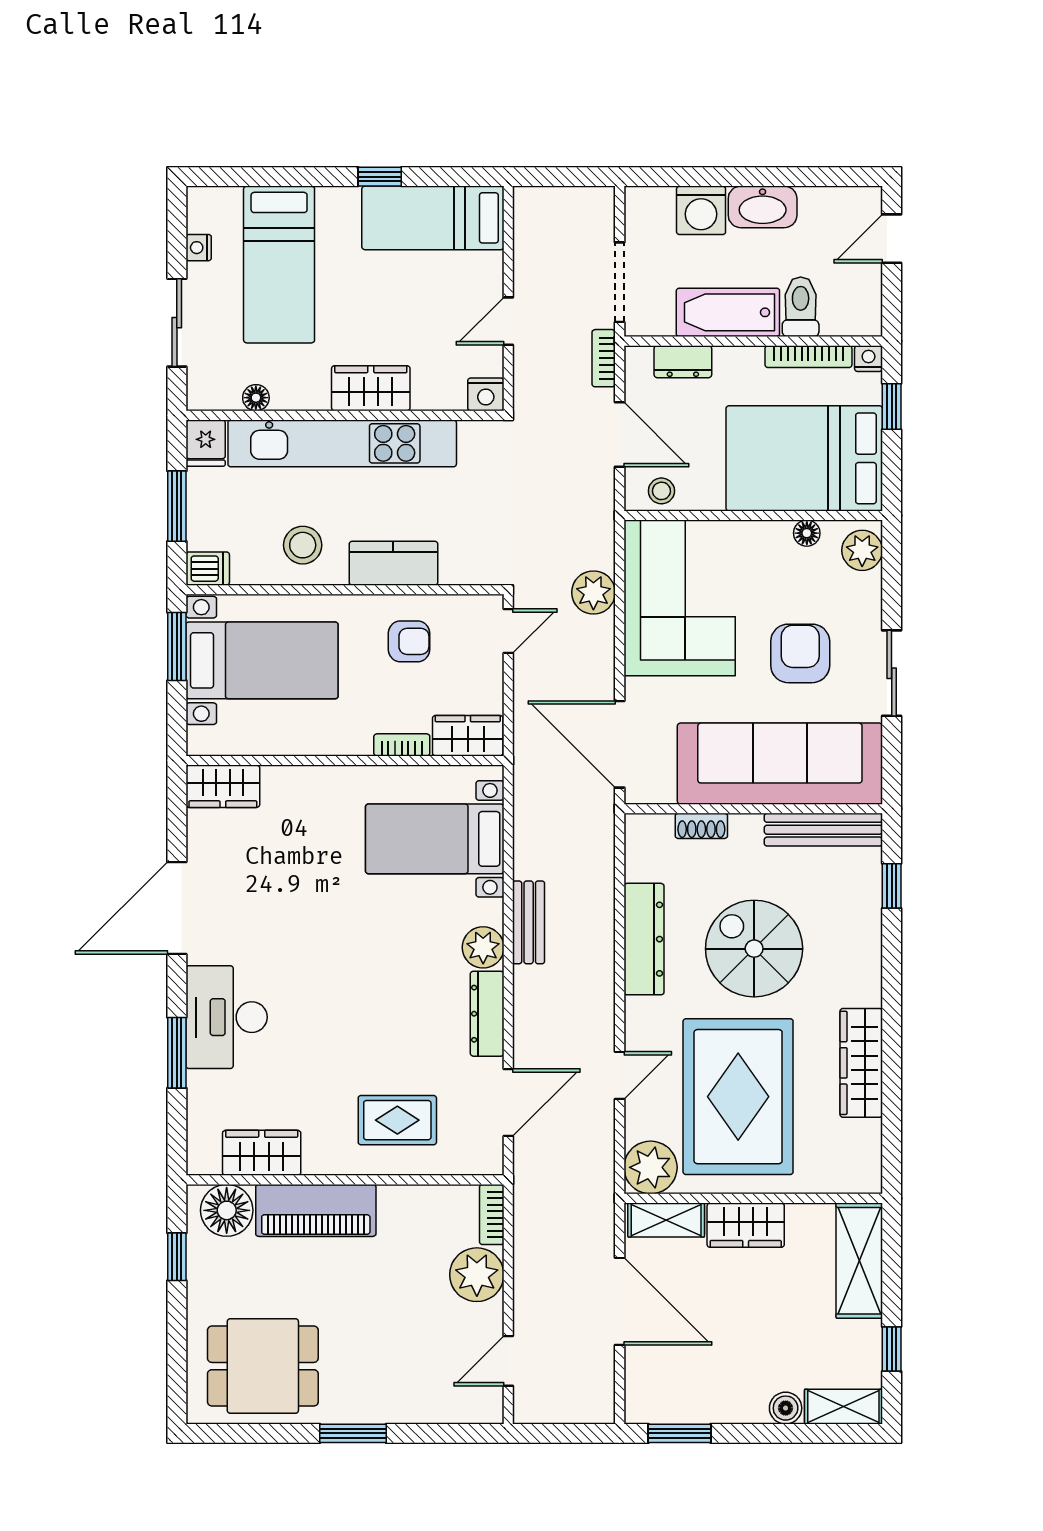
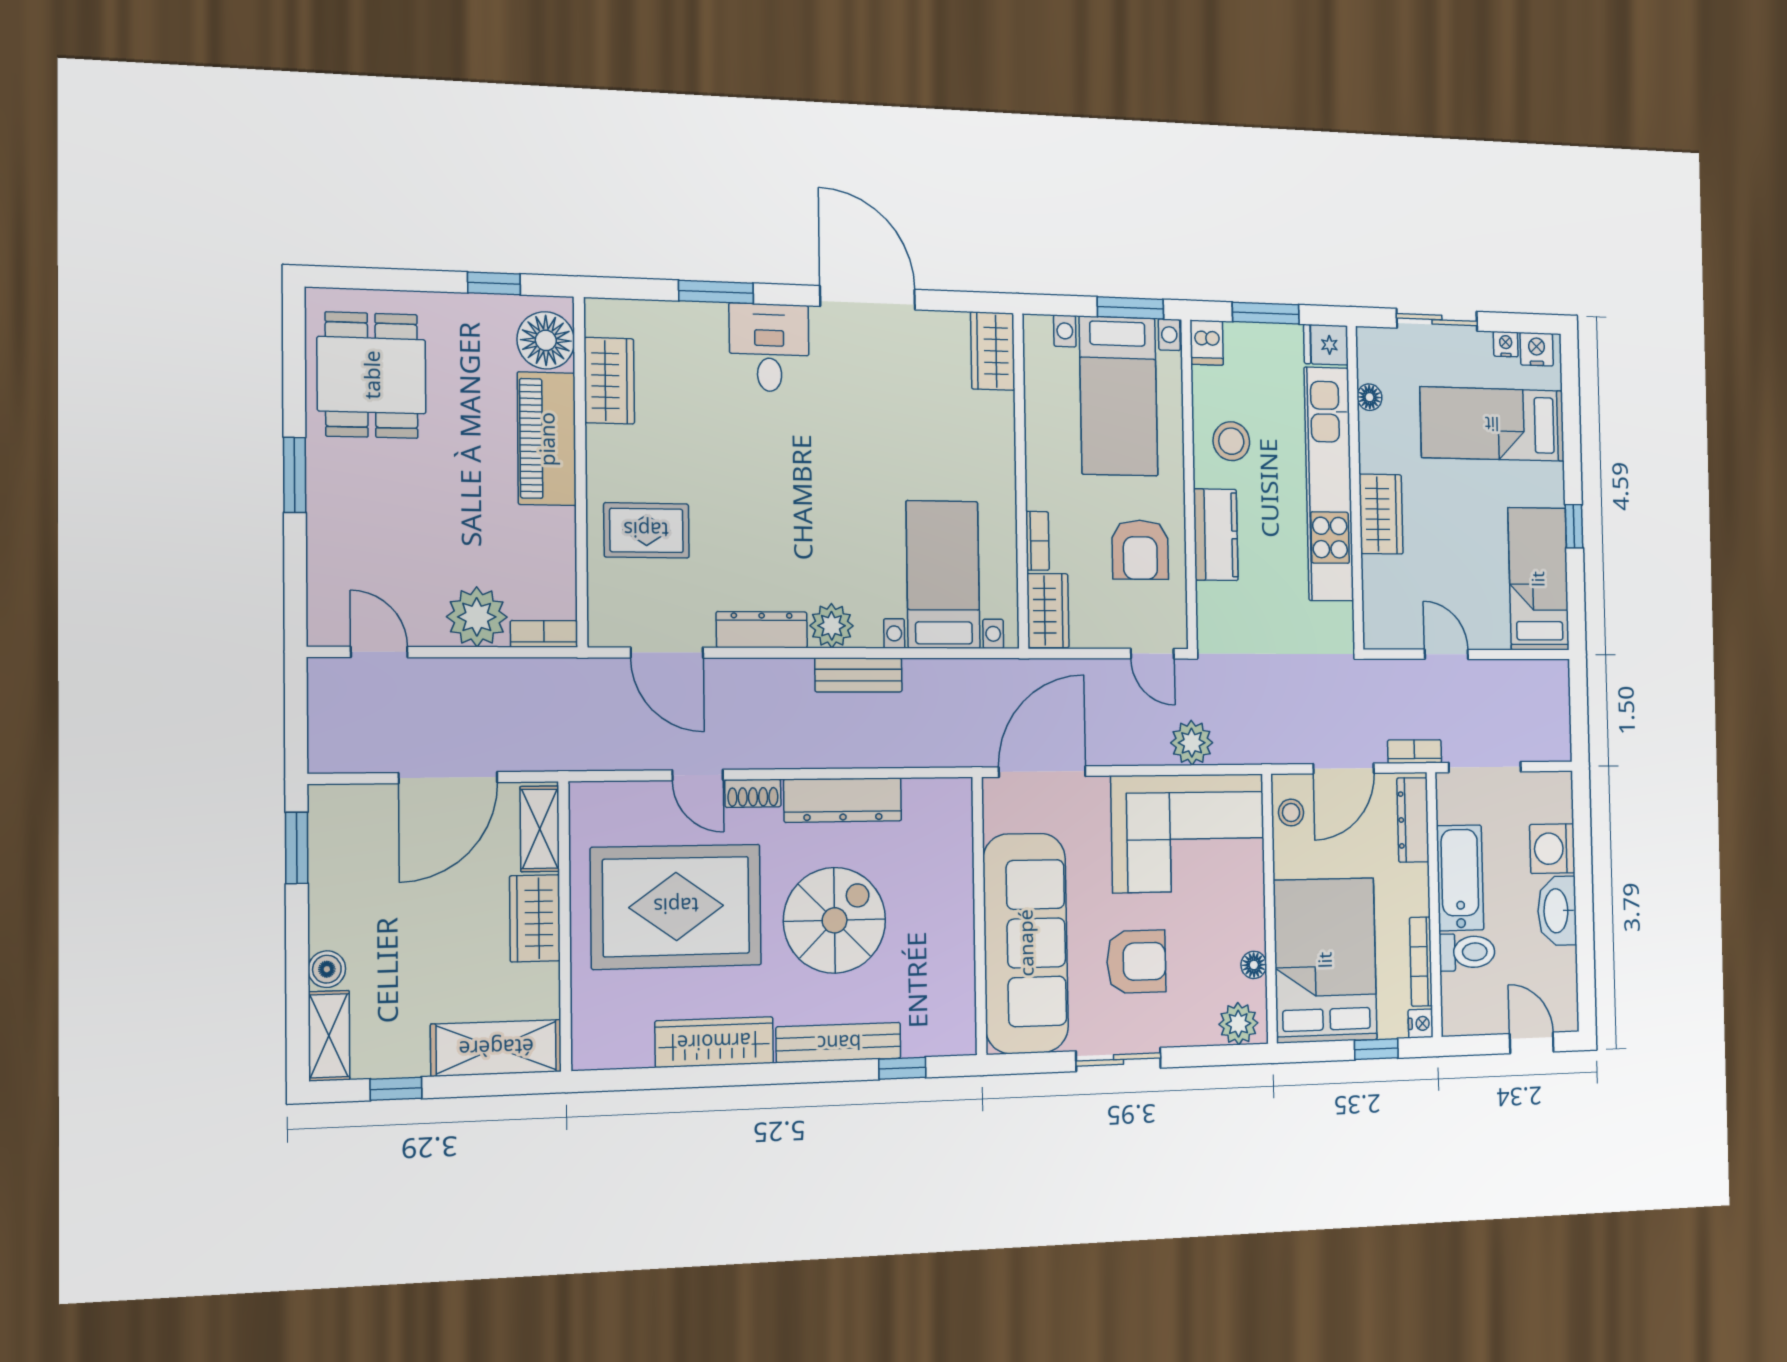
dresser: (683, 362) -> (1413, 820), width x1.44
nightstand: (486, 394) -> (1537, 349), moved, turned 90
armchair: (409, 641) -> (1140, 550), width x1.38, depth x1.38
shoe rack: (701, 826) -> (753, 793), moved, turned -90
bench: (823, 830) -> (839, 1043), moved, turned 90
desk: (227, 1017) -> (769, 348), width x0.73
rug: (397, 1120) -> (646, 530), turned 90
plant: (651, 1167) -> (598, 811), removed

